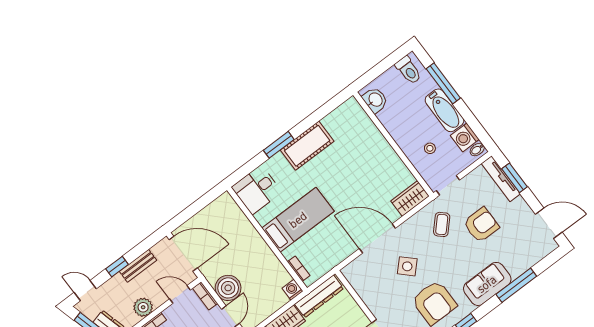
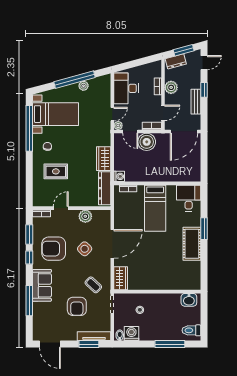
bathtub: (444, 110) -> (155, 333), removed
door: (549, 223) -> (50, 344), hinge flipped
plant: (369, 294) -> (85, 216), added

